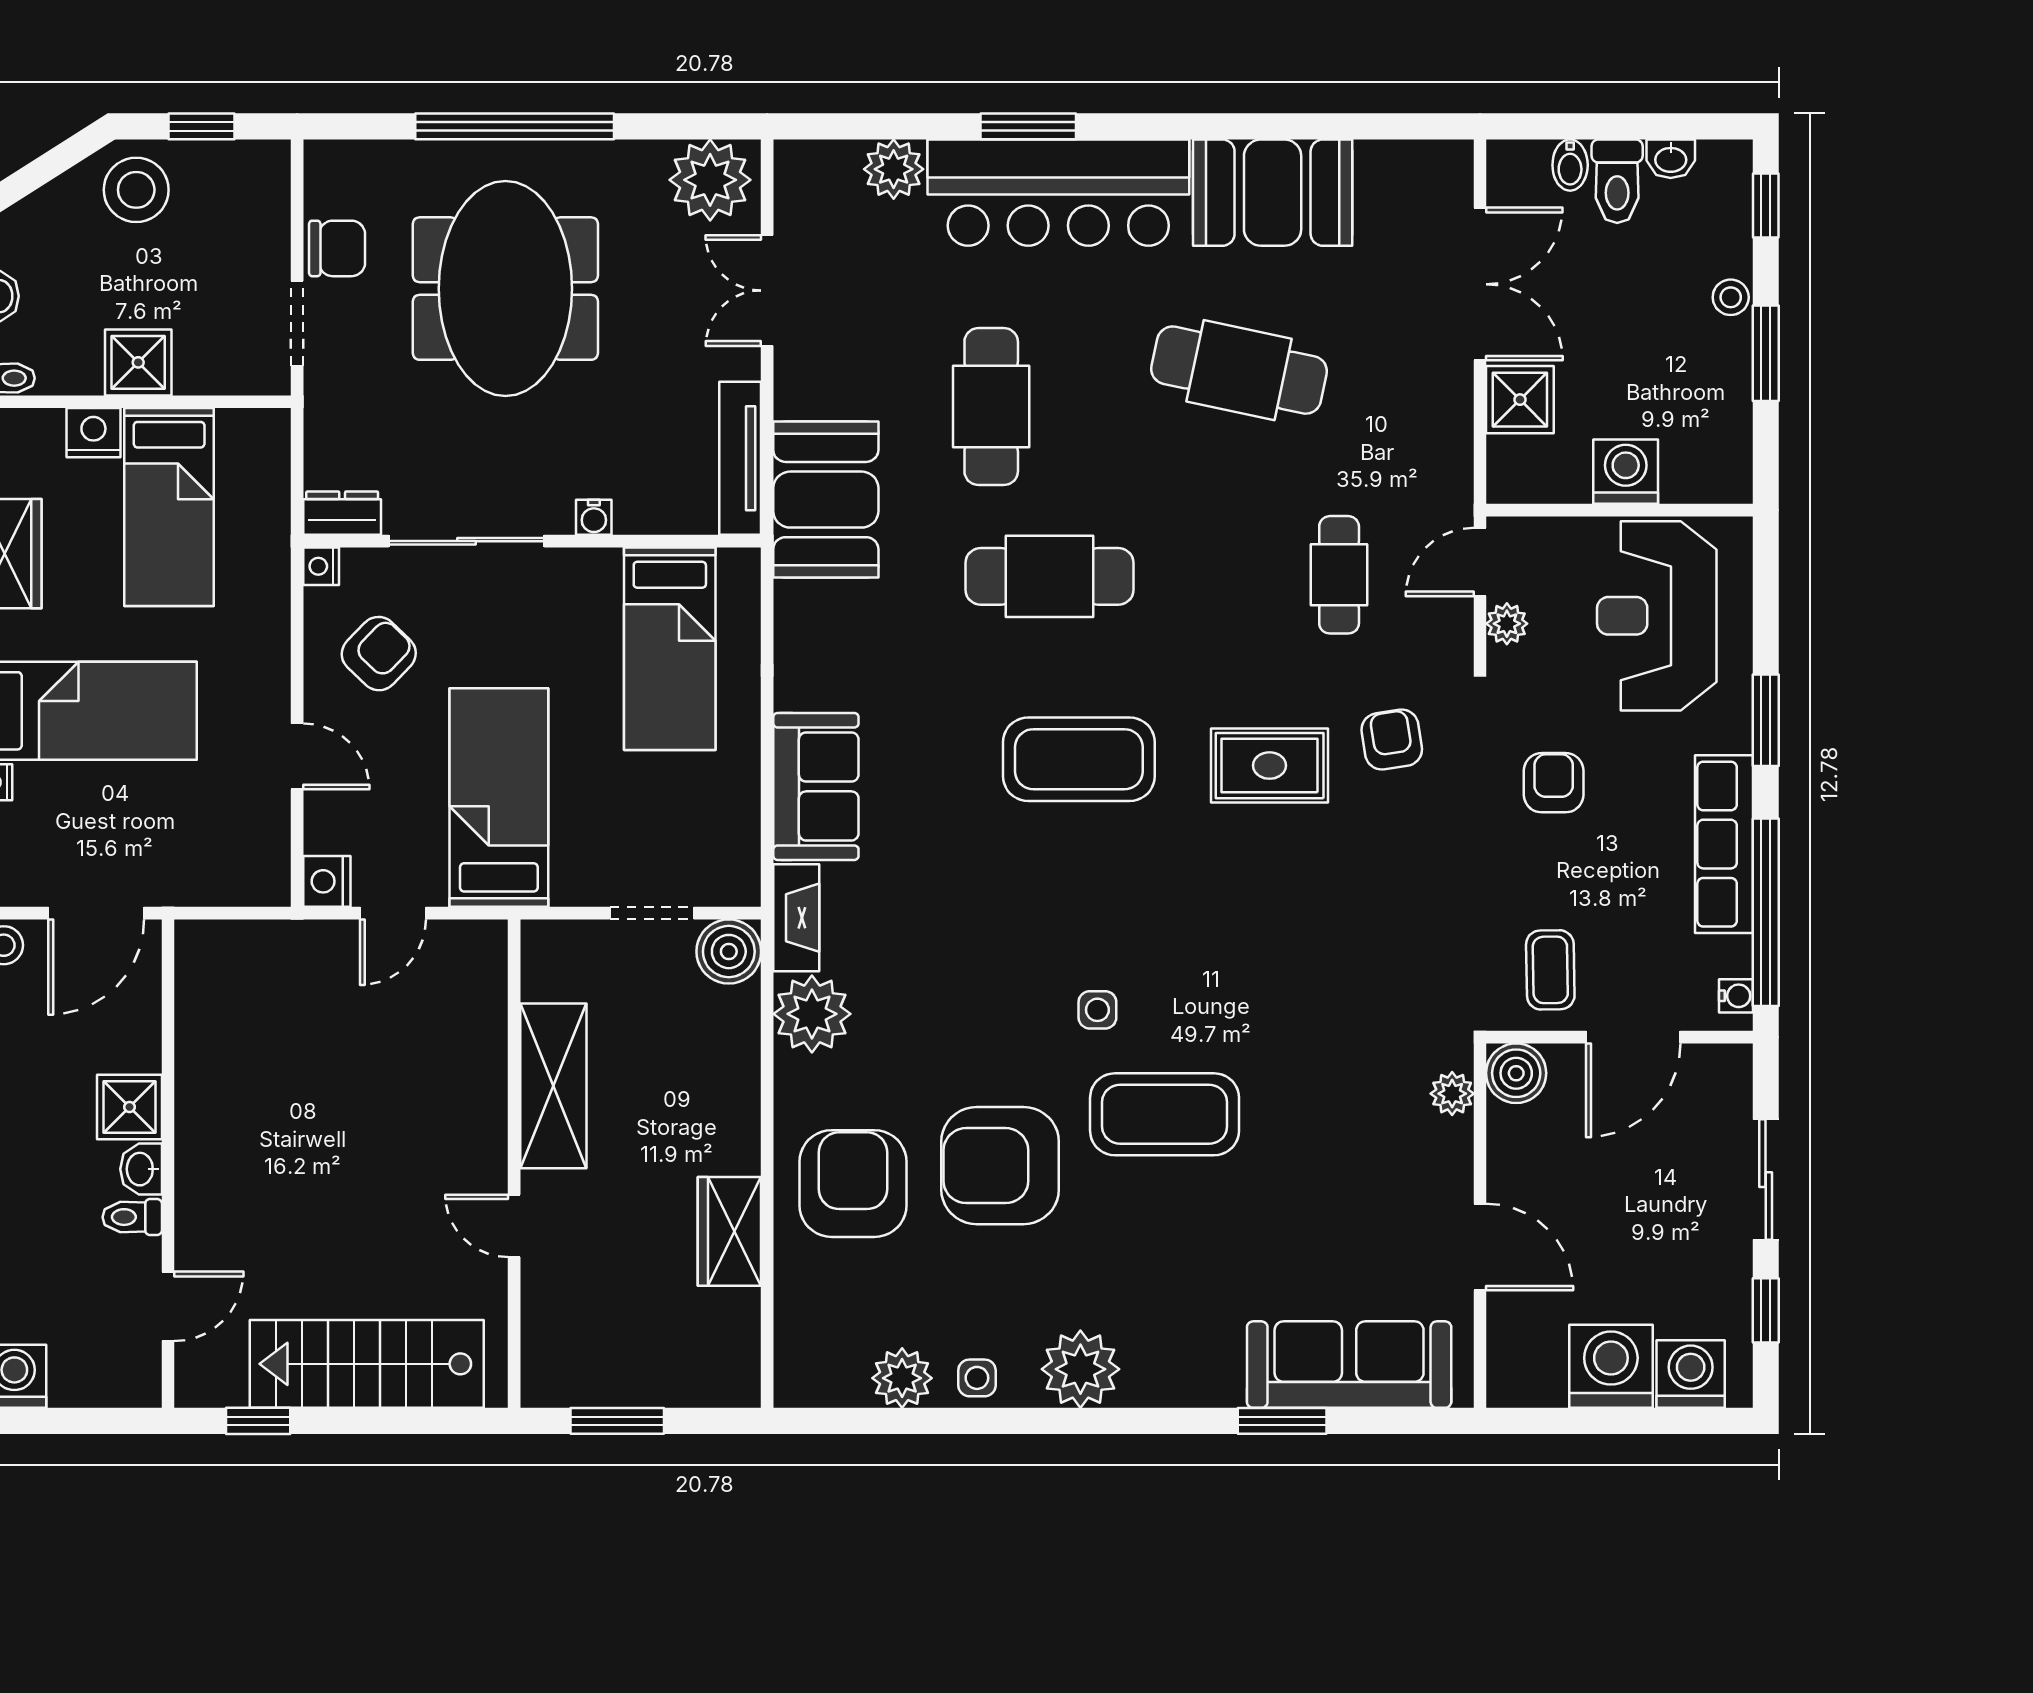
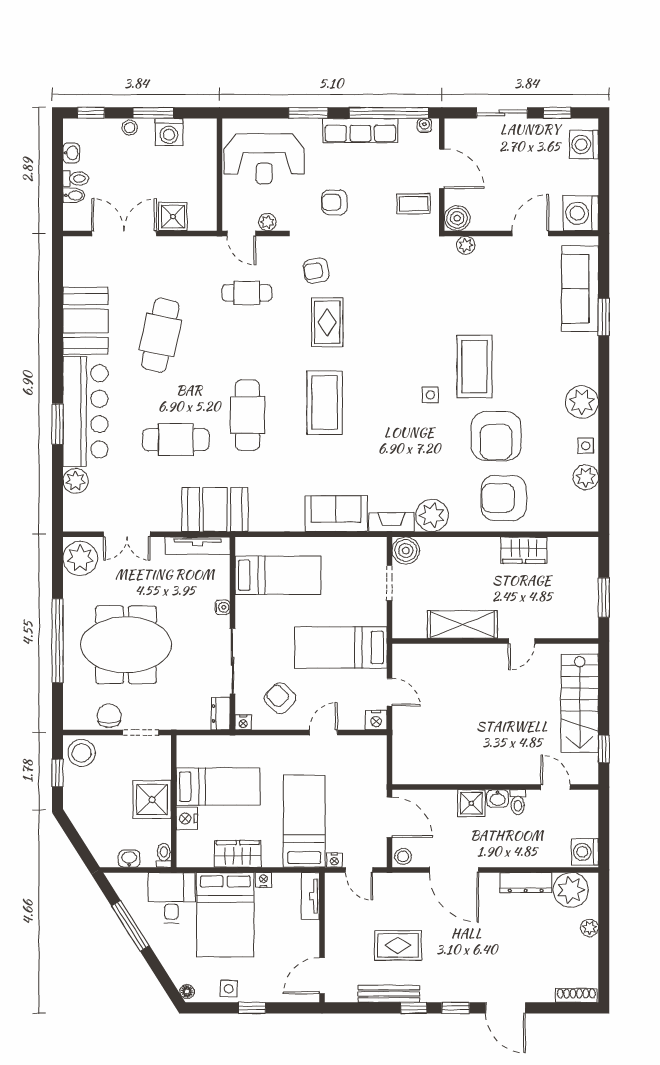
toilet: (1617, 181) -> (76, 178), width x0.73, depth x0.72
stool: (136, 190) -> (82, 753), moved
shower: (138, 362) -> (152, 800), width x1.36, depth x1.36
washing machine: (1626, 472) -> (169, 132), moved, turned -90
washing machine: (1611, 1366) -> (581, 213), moved

